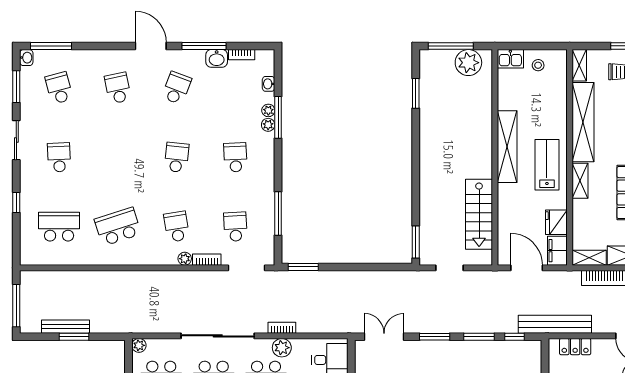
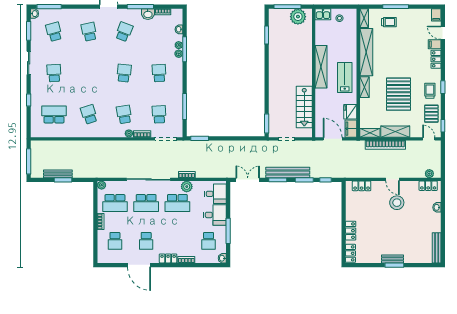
school desk: (118, 227) -> (89, 114), width x0.54
bench: (555, 324) -> (288, 172), moved

